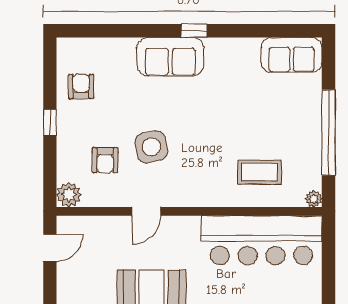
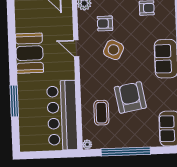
armchair: (235, 121) -> (130, 97), added
side table: (151, 147) -> (114, 50), turned 38

